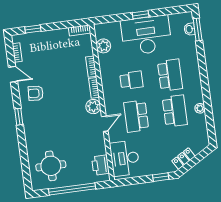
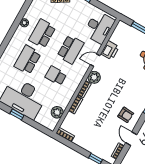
printer: (100, 165) -> (110, 50), moved

